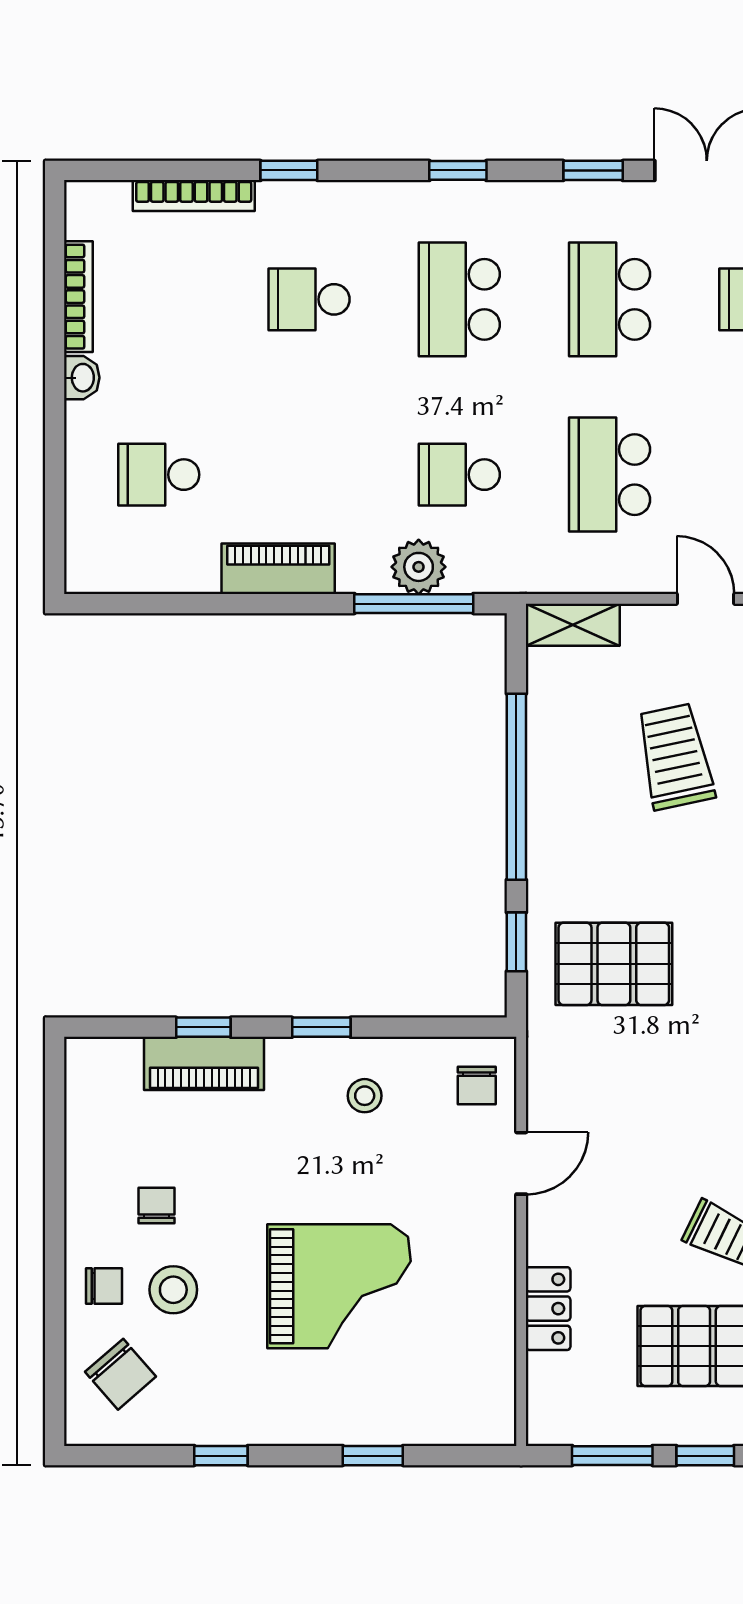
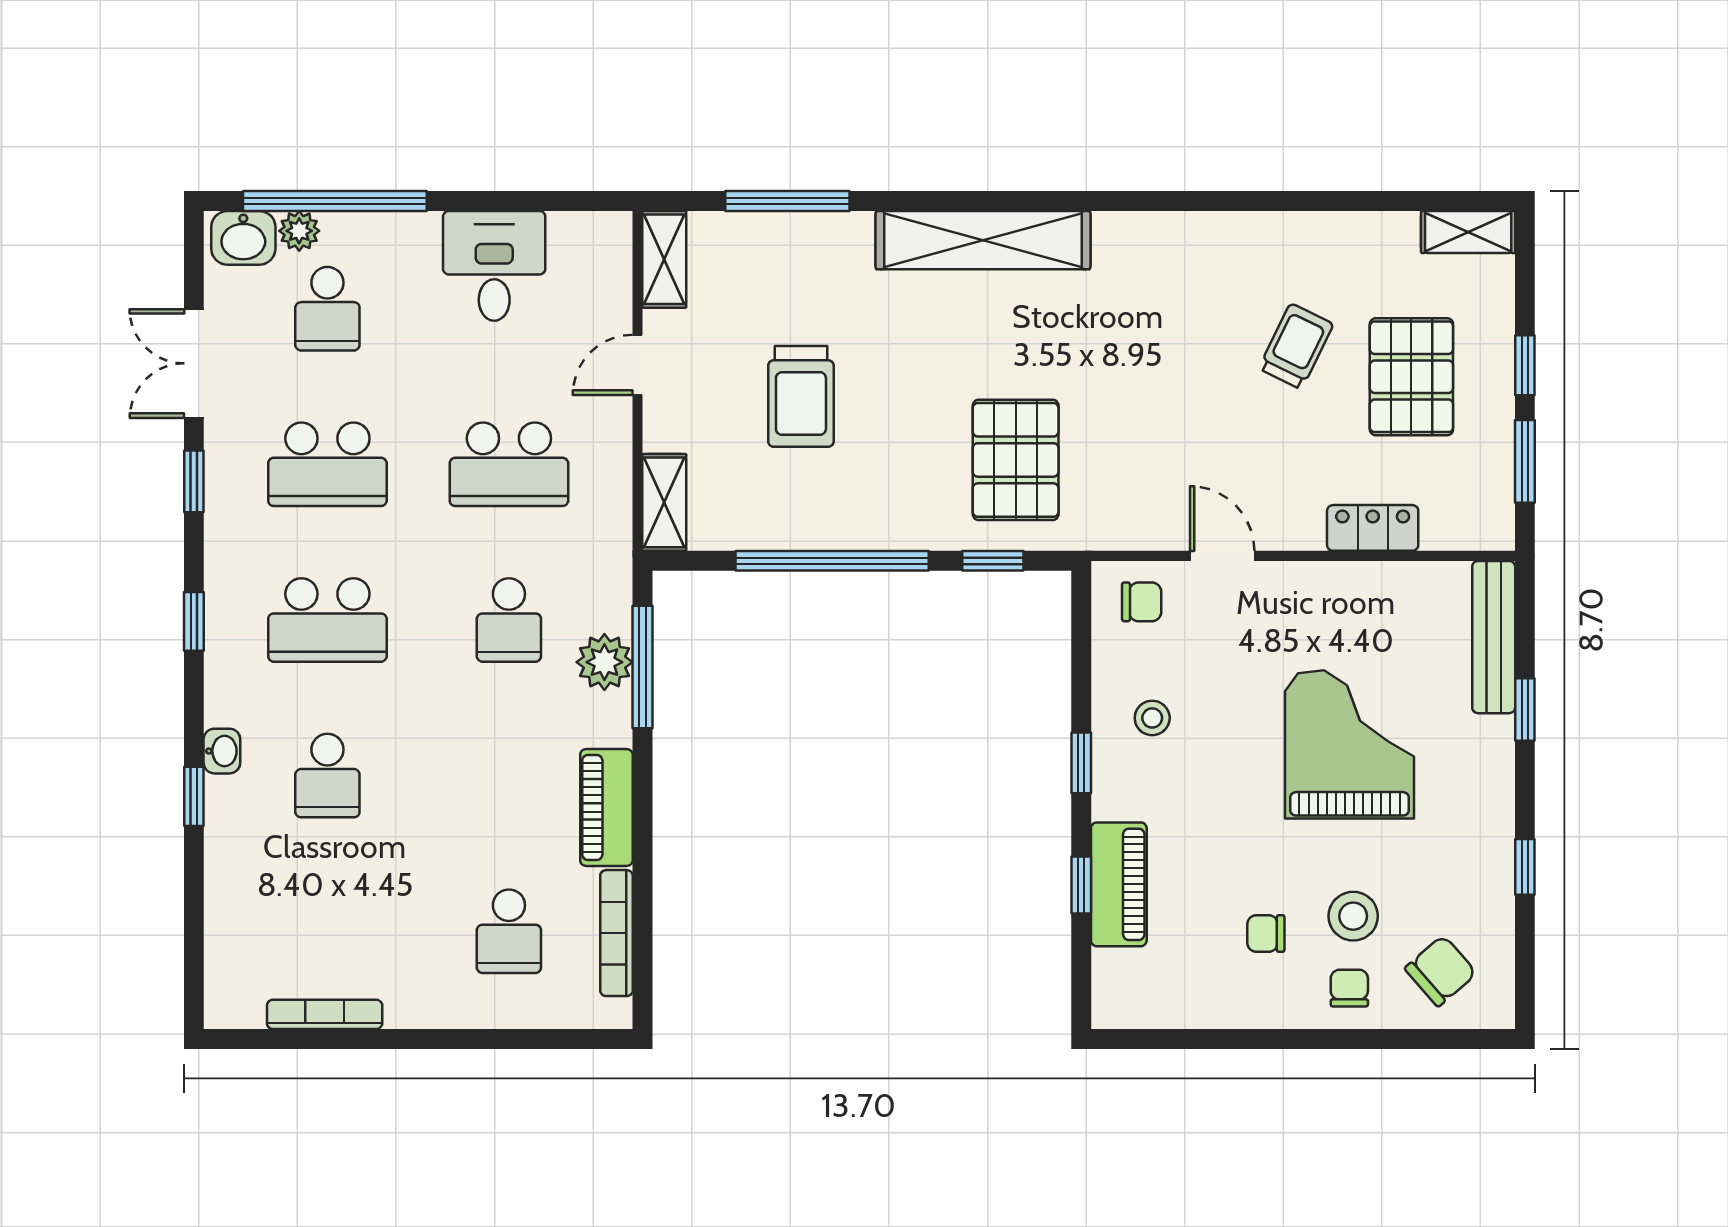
bookcase: (194, 196) -> (616, 933), moved, turned 180
washbasin: (82, 378) -> (222, 751), moved, turned 90
trolley: (675, 757) -> (801, 396), turned -78
bench: (443, 1425) -> (1494, 637), added

